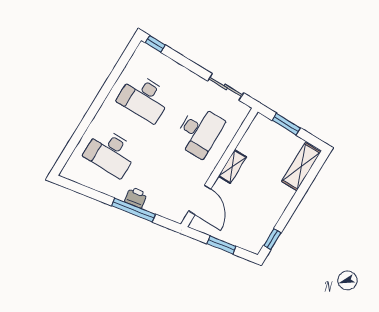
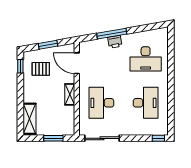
sliding door: (226, 87) -> (102, 138), width x1.37
desk: (144, 98) -> (146, 103), turned 90
desk: (111, 153) -> (146, 59), turned 180
pallet: (249, 220) -> (41, 69), added

